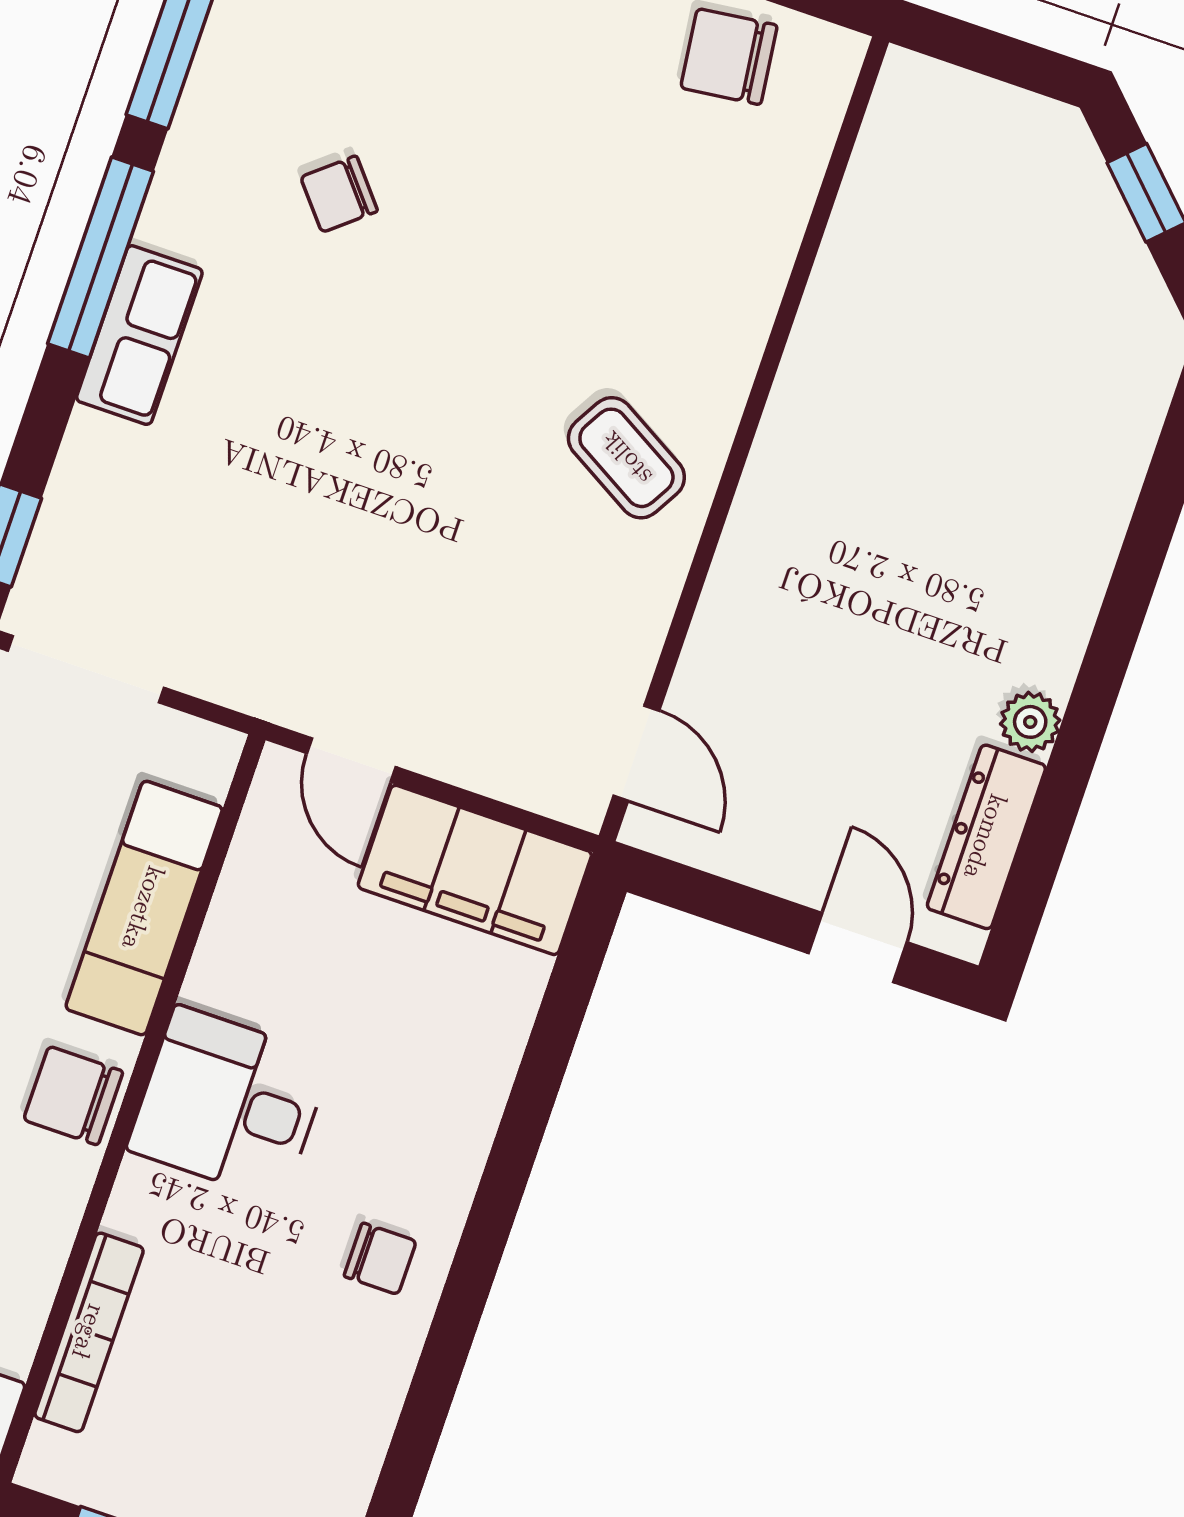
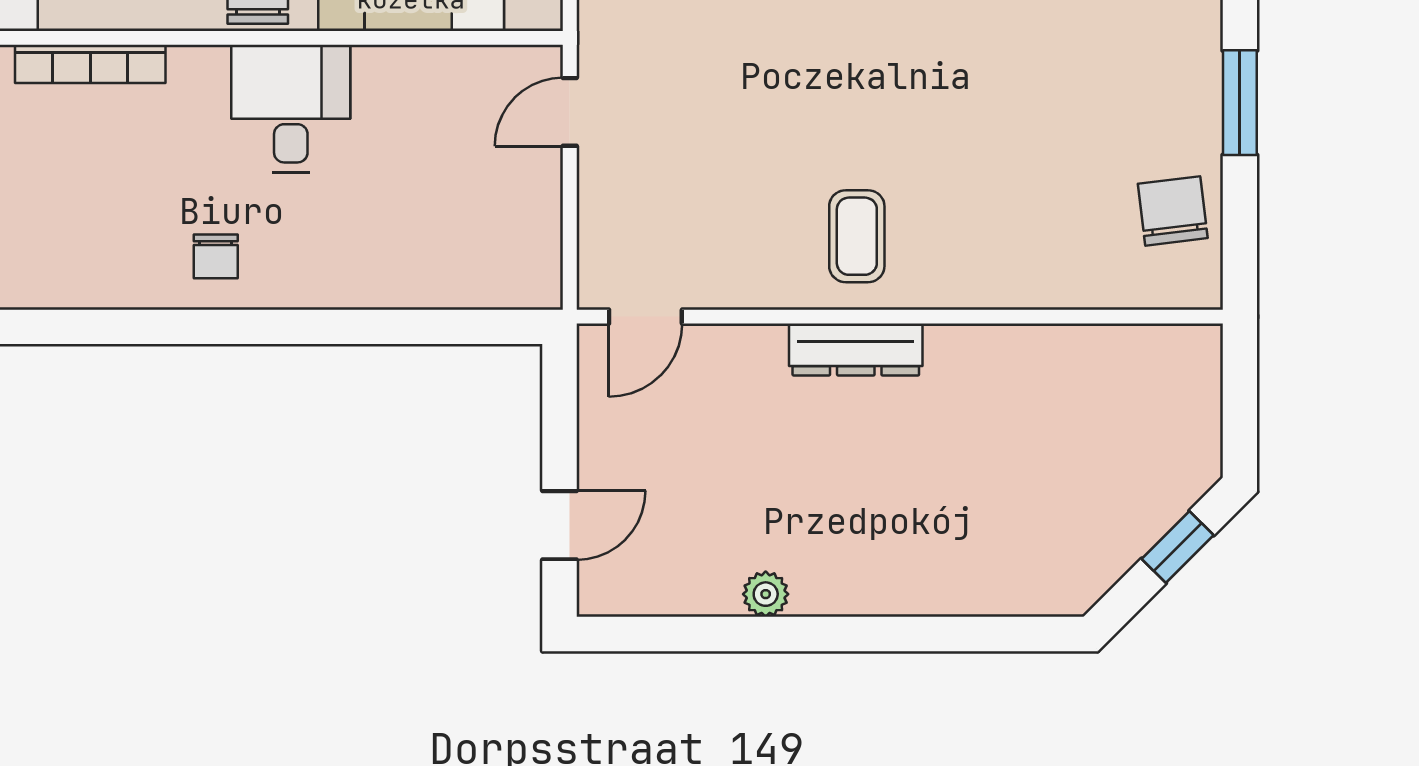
coffee table: (626, 458) -> (857, 236), turned -30
dresser: (986, 837) -> (856, 350), moved, turned 180
filing cabinet: (475, 870) -> (521, 229), removed

